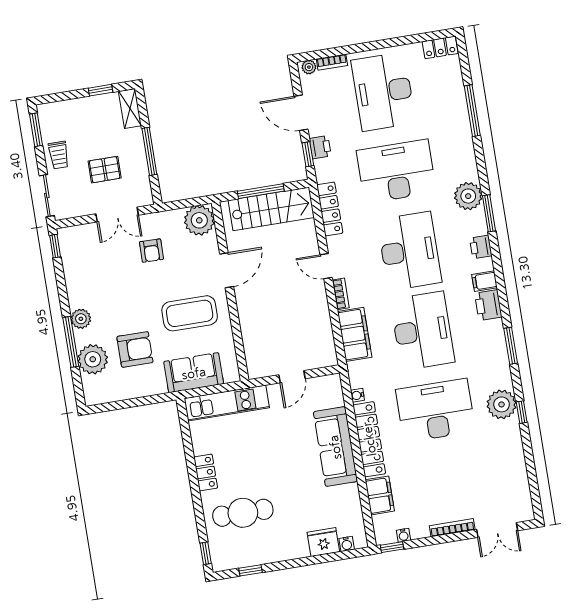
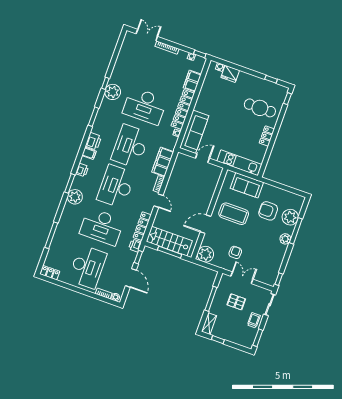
printer: (320, 147) -> (135, 246), moved
sofa: (335, 447) -> (194, 132), moved

